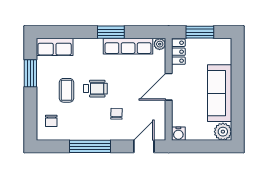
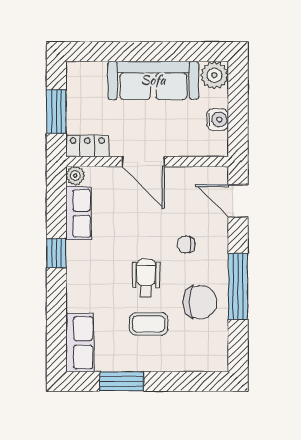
window: (111, 32) -> (56, 253), width x0.67
row of seats: (128, 46) -> (79, 213), width x0.68
chair: (51, 121) -> (200, 302), moved, width x1.87, depth x1.87
water cooler: (178, 134) -> (218, 120), moved

